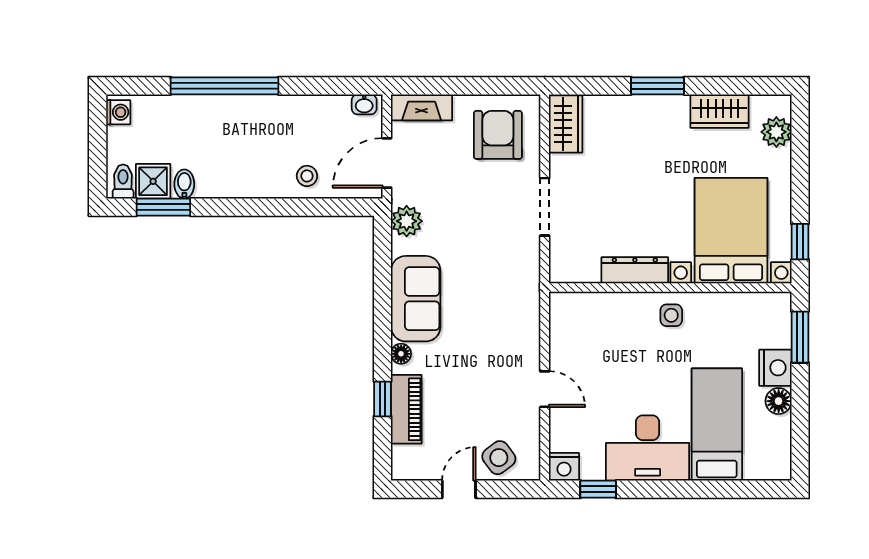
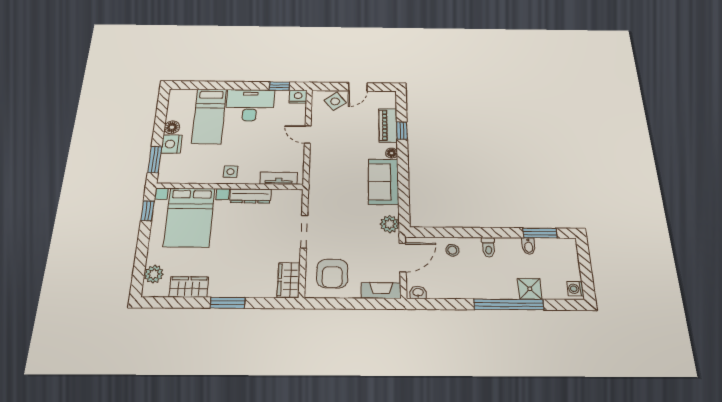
shower: (153, 181) -> (530, 289), moved
toilet: (123, 182) -> (488, 247), moved
tv unit: (590, 303) -> (279, 178), added

